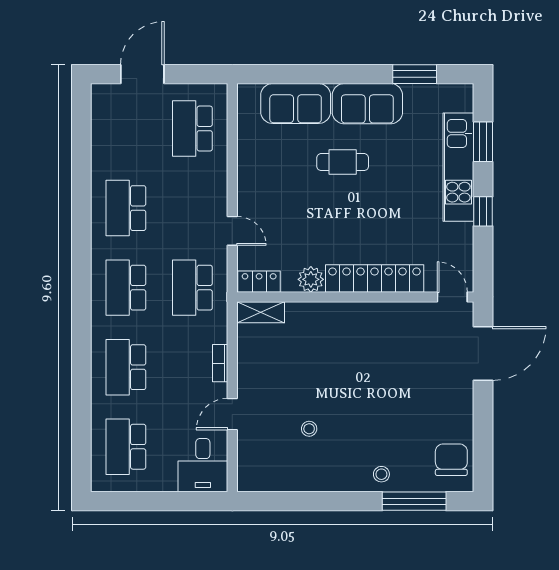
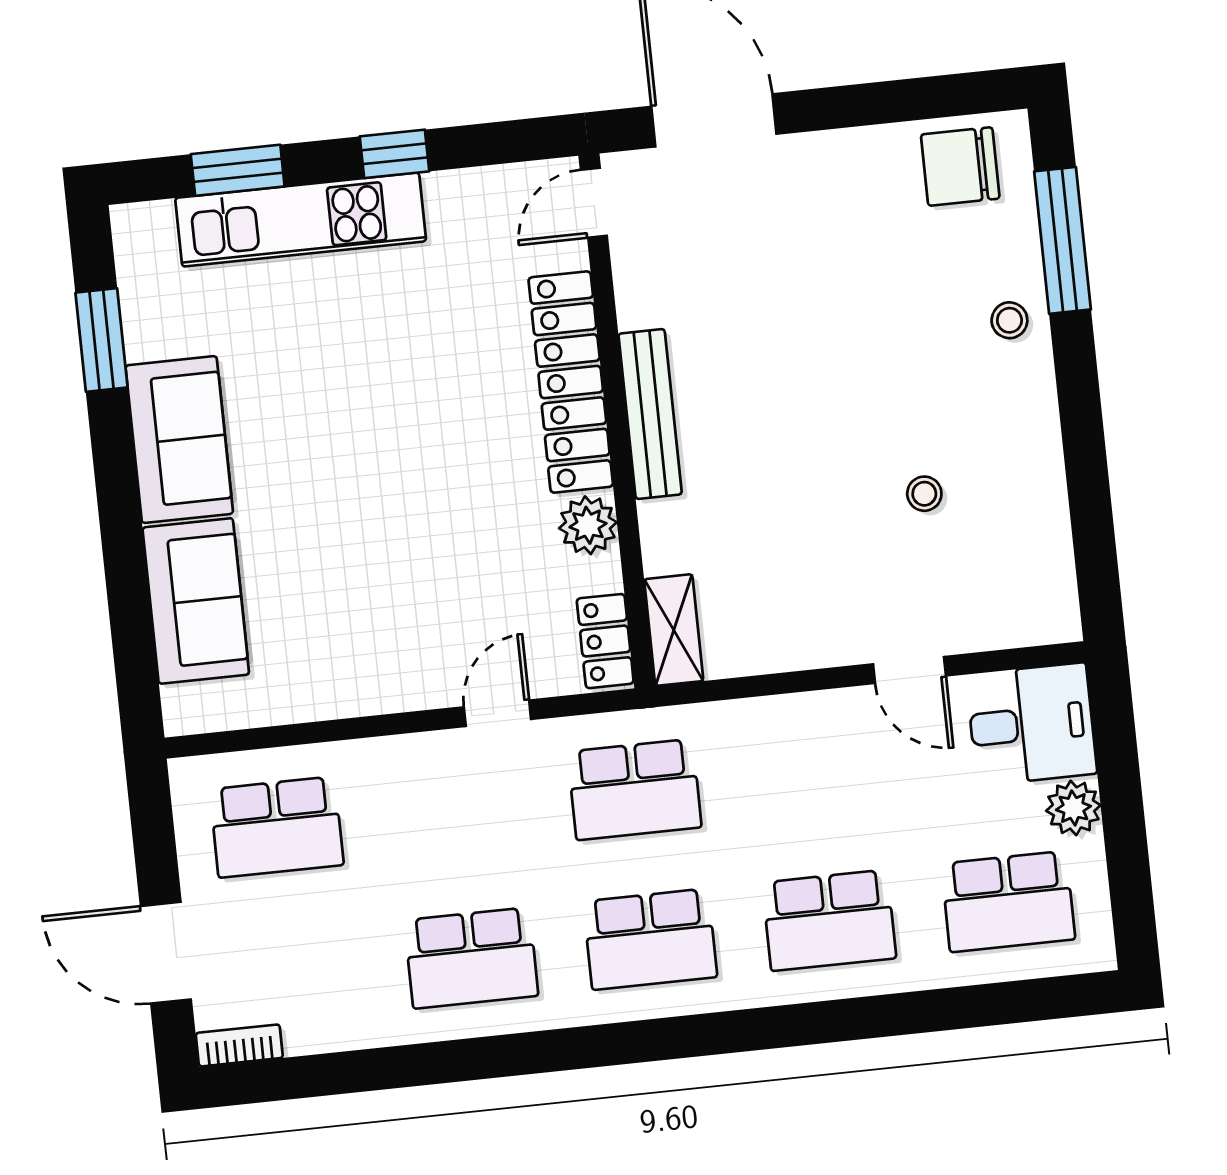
cafe table: (343, 162) -> (316, 481), removed
bench: (357, 312) -> (650, 414), added
bookcase: (220, 363) -> (239, 1045), moved, turned 180
plant: (164, 480) -> (1073, 808), added

